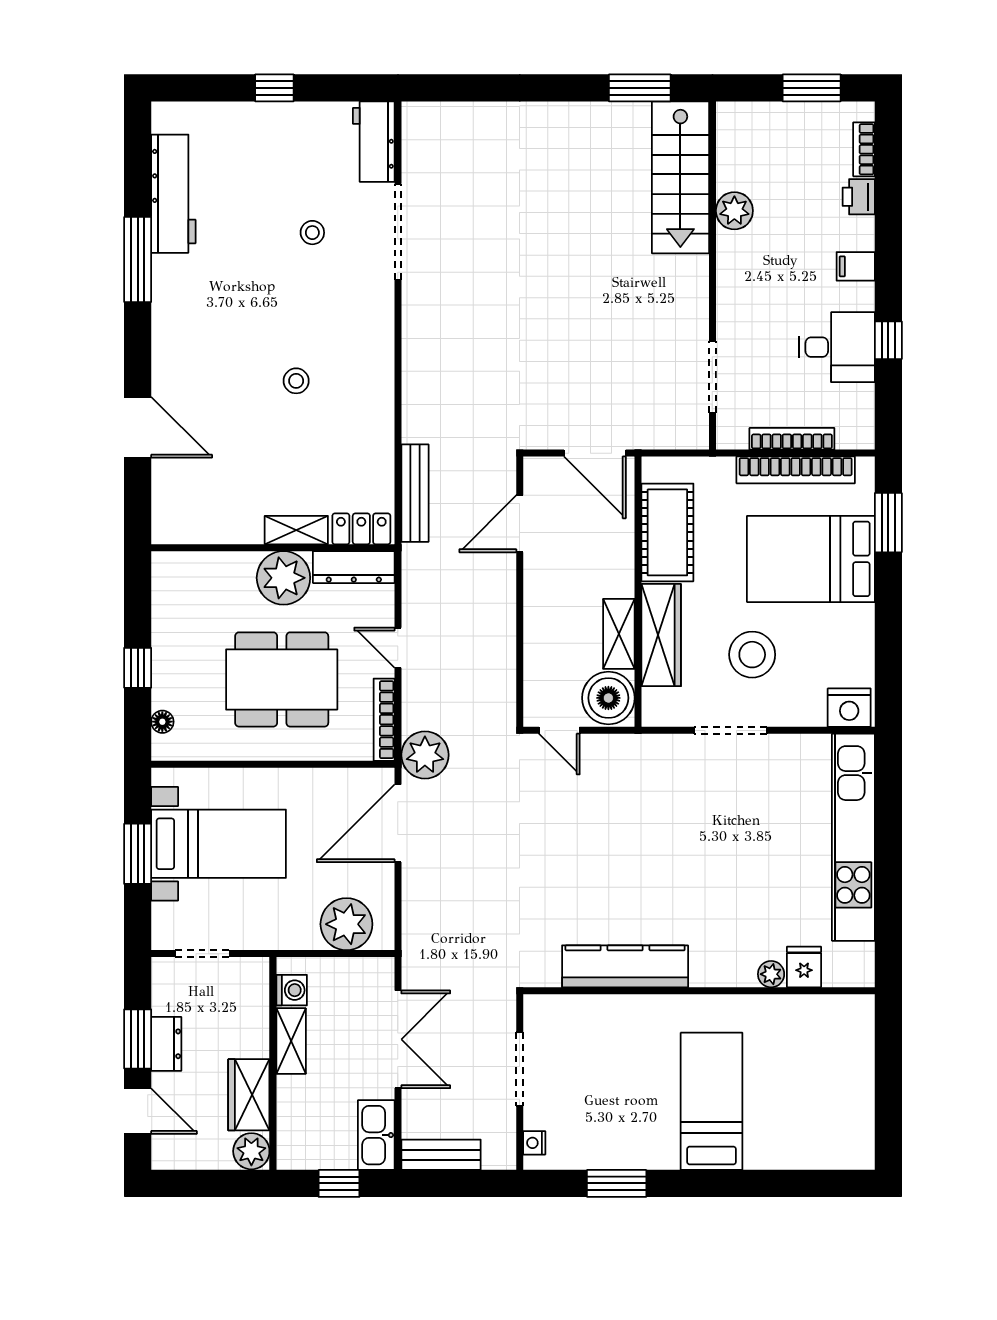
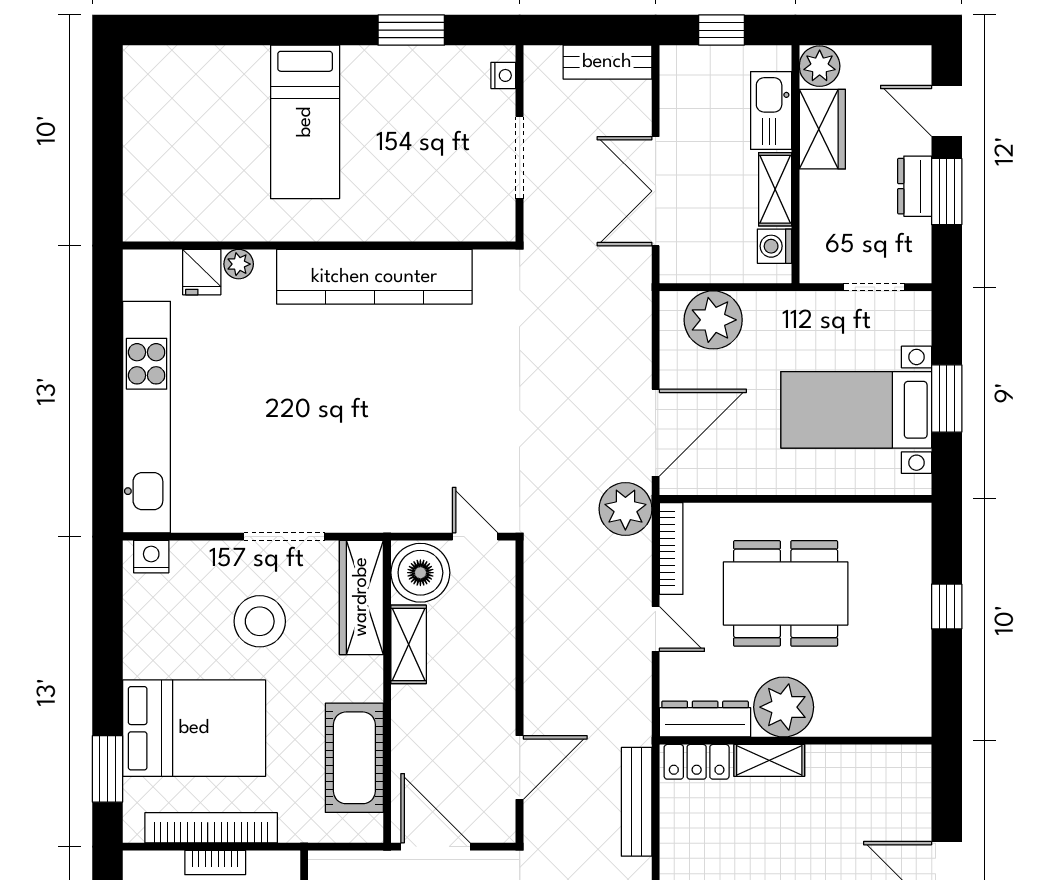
bookcase: (792, 439) -> (215, 862), width x0.64
wardrobe: (661, 635) -> (361, 597), moved
nightstand: (849, 708) -> (151, 557), width x0.74, depth x0.75
floor lamp: (162, 722) -> (919, 546), removed
kitchen counter: (625, 966) -> (374, 277), width x1.39, depth x1.17
kitchen sink: (376, 1135) -> (771, 110), moved, turned 180

